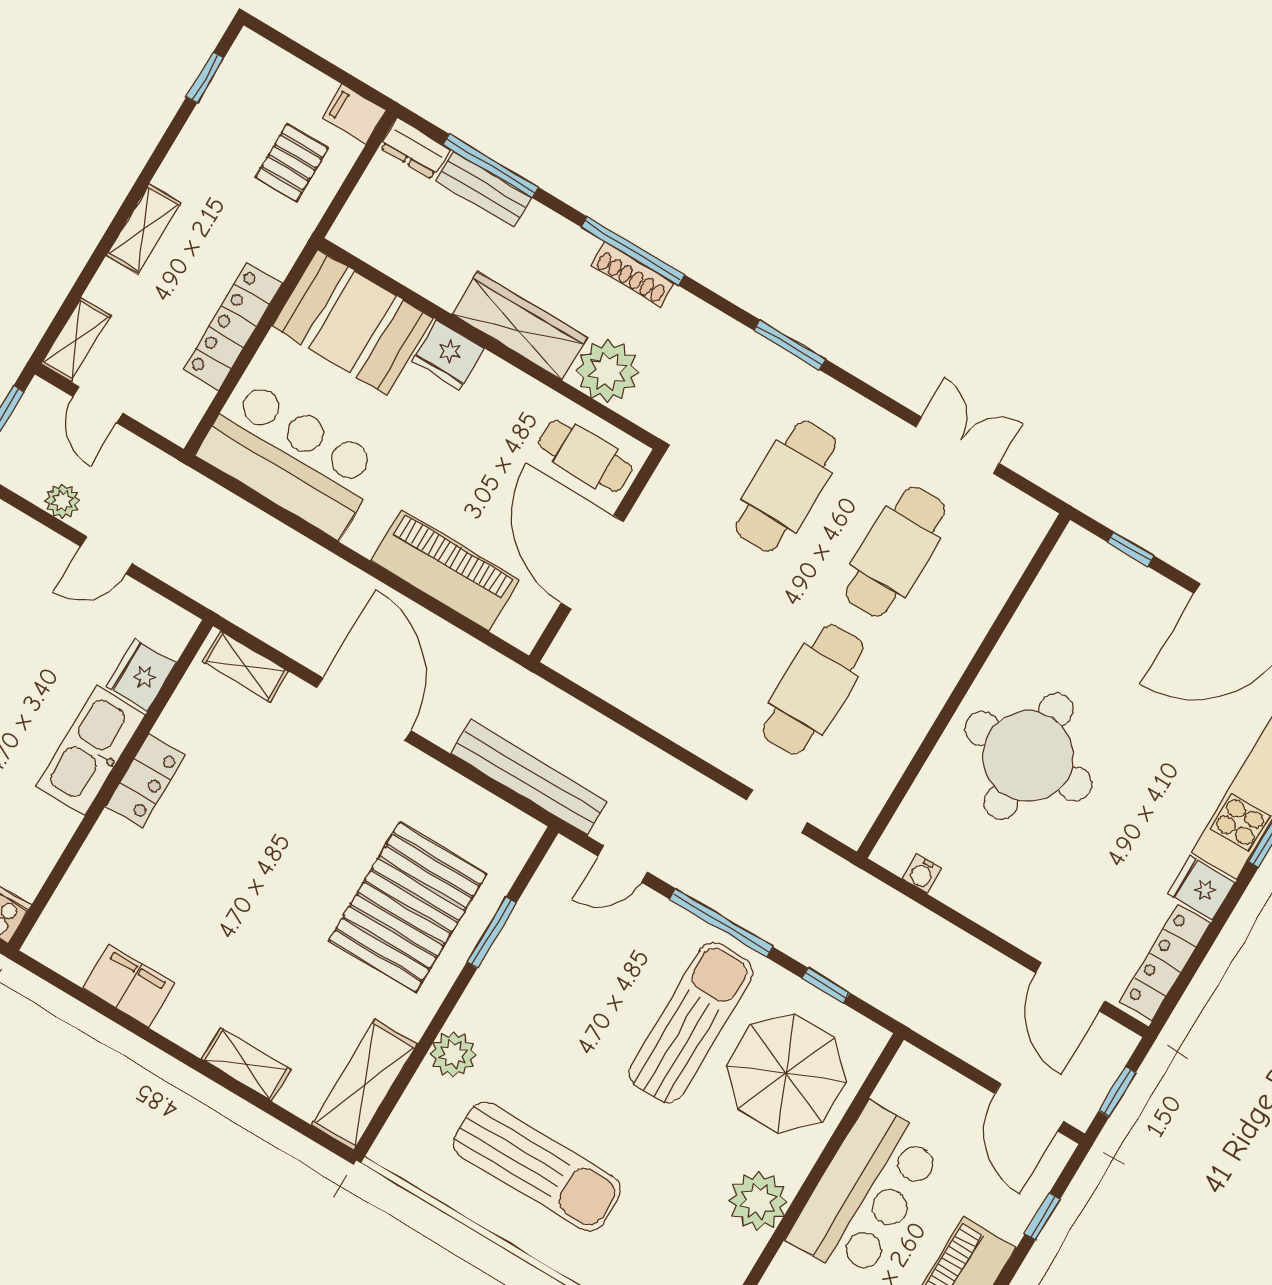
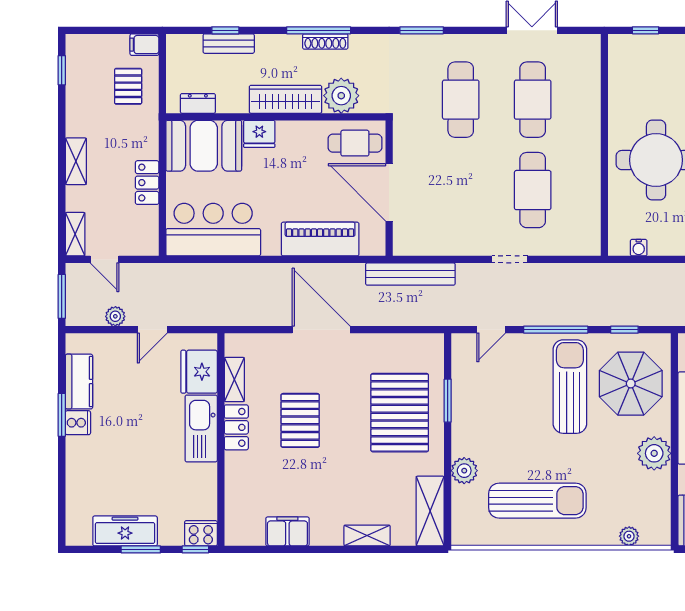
dresser: (415, 148) -> (198, 103), moved, turned 180
window: (491, 166) -> (225, 30), width x0.46
locker: (233, 327) -> (147, 183), width x0.66
shelving: (245, 666) -> (234, 379), moved, turned 90
fridge: (141, 675) -> (199, 372), width x1.36, depth x1.34
bench: (529, 778) -> (410, 274), moved
doorway: (777, 811) -> (510, 259), moved
pallet: (249, 828) -> (300, 420), added

